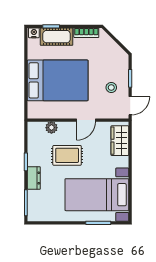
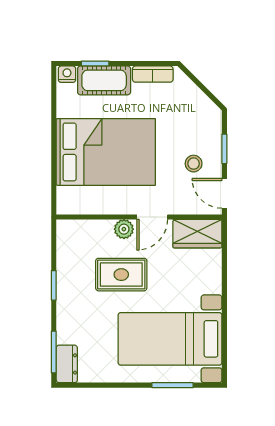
door: (130, 106) -> (224, 193), swing flipped
plant: (51, 128) -> (124, 229), moved
wardrobe: (120, 141) -> (197, 234), moved, turned -90
dresser: (34, 178) -> (67, 364), moved

